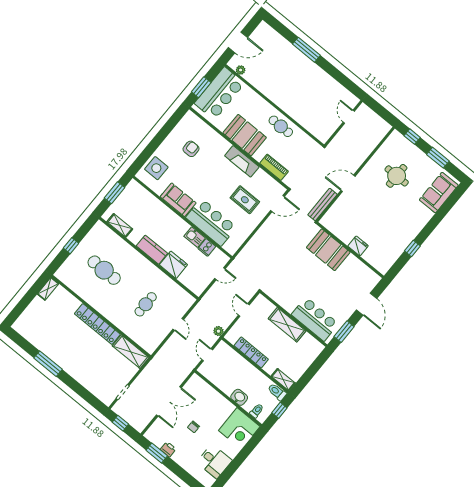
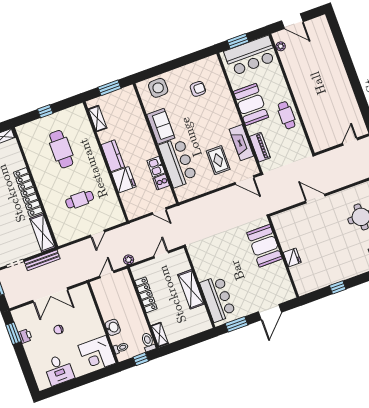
window: (306, 50) -> (348, 62), removed
fireplace: (242, 161) -> (241, 143), moved
bench: (322, 205) -> (42, 260), moved

